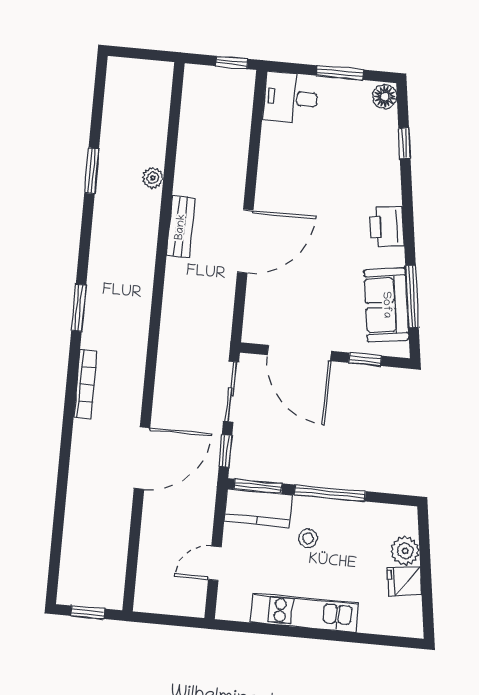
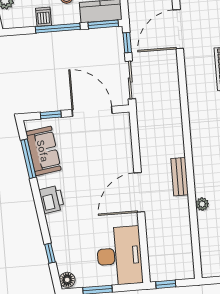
desk: (290, 98) -> (120, 256), width x1.87, depth x1.30
door: (245, 241) -> (139, 192), moved
dishwasher: (349, 515) -> (43, 17), added

